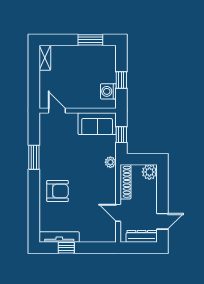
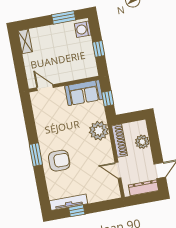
washing machine: (108, 91) -> (83, 29), moved
window: (34, 157) -> (36, 155), moved
plant: (110, 162) -> (99, 131), width x1.87, depth x1.87
plant: (149, 172) -> (142, 142), moved

